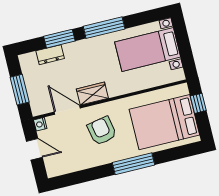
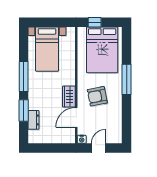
window: (20, 90) -> (53, 148), removed

